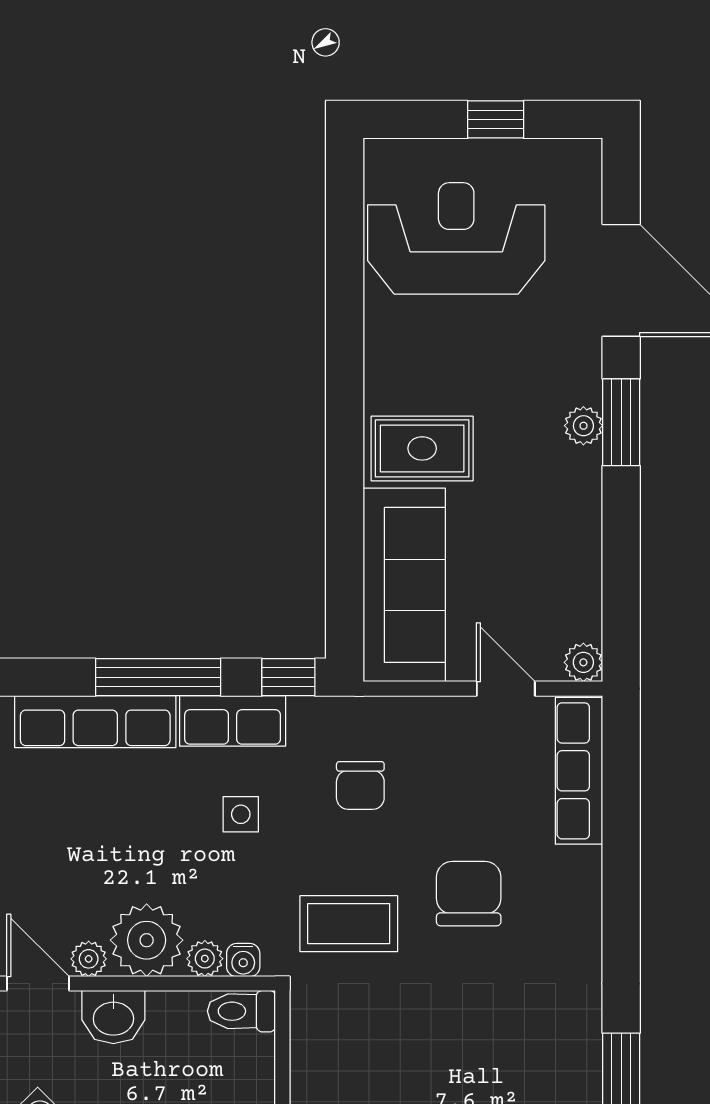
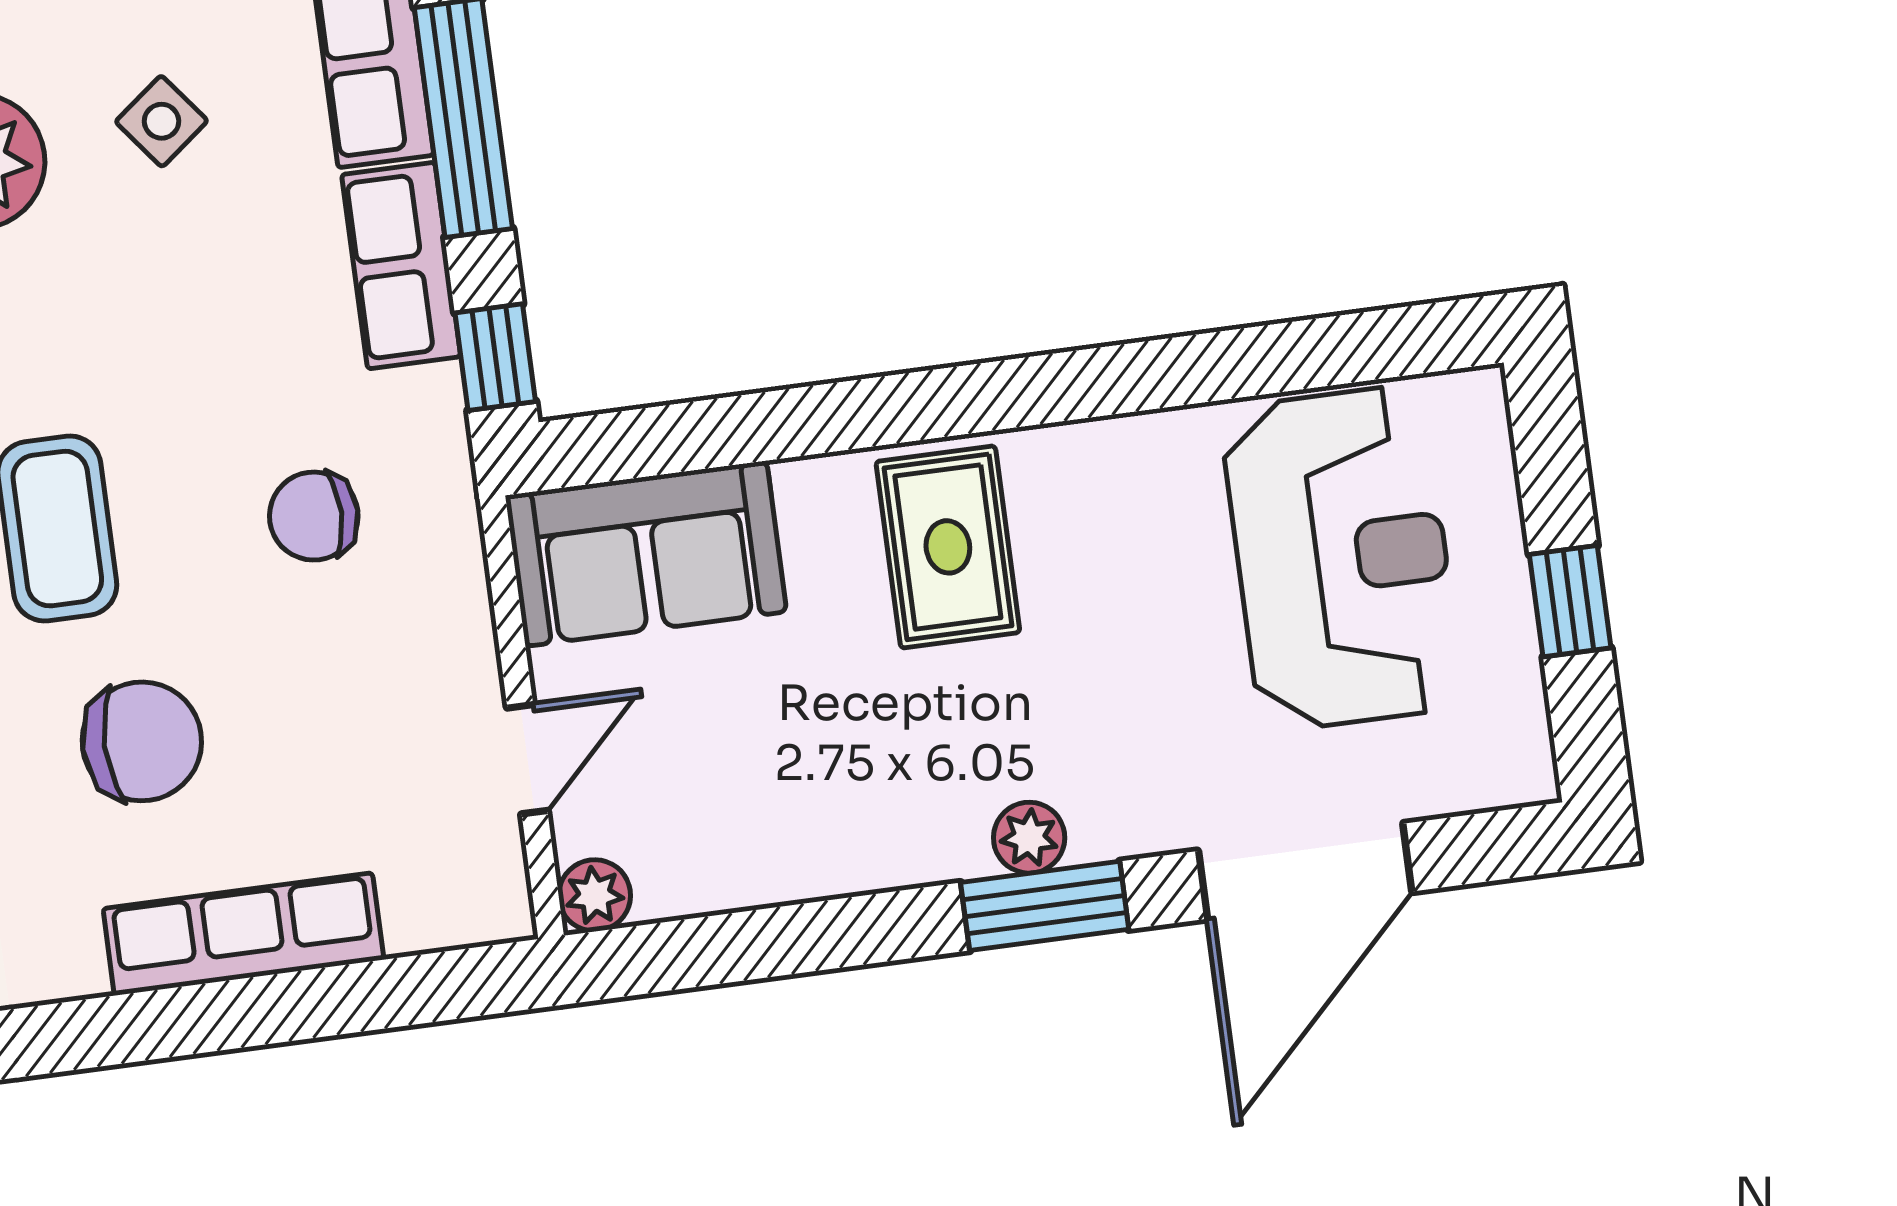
sofa: (404, 585) -> (646, 554), width x0.73
row of seats: (579, 771) -> (243, 934), moved
side table: (241, 814) -> (162, 121), moved, turned -38

